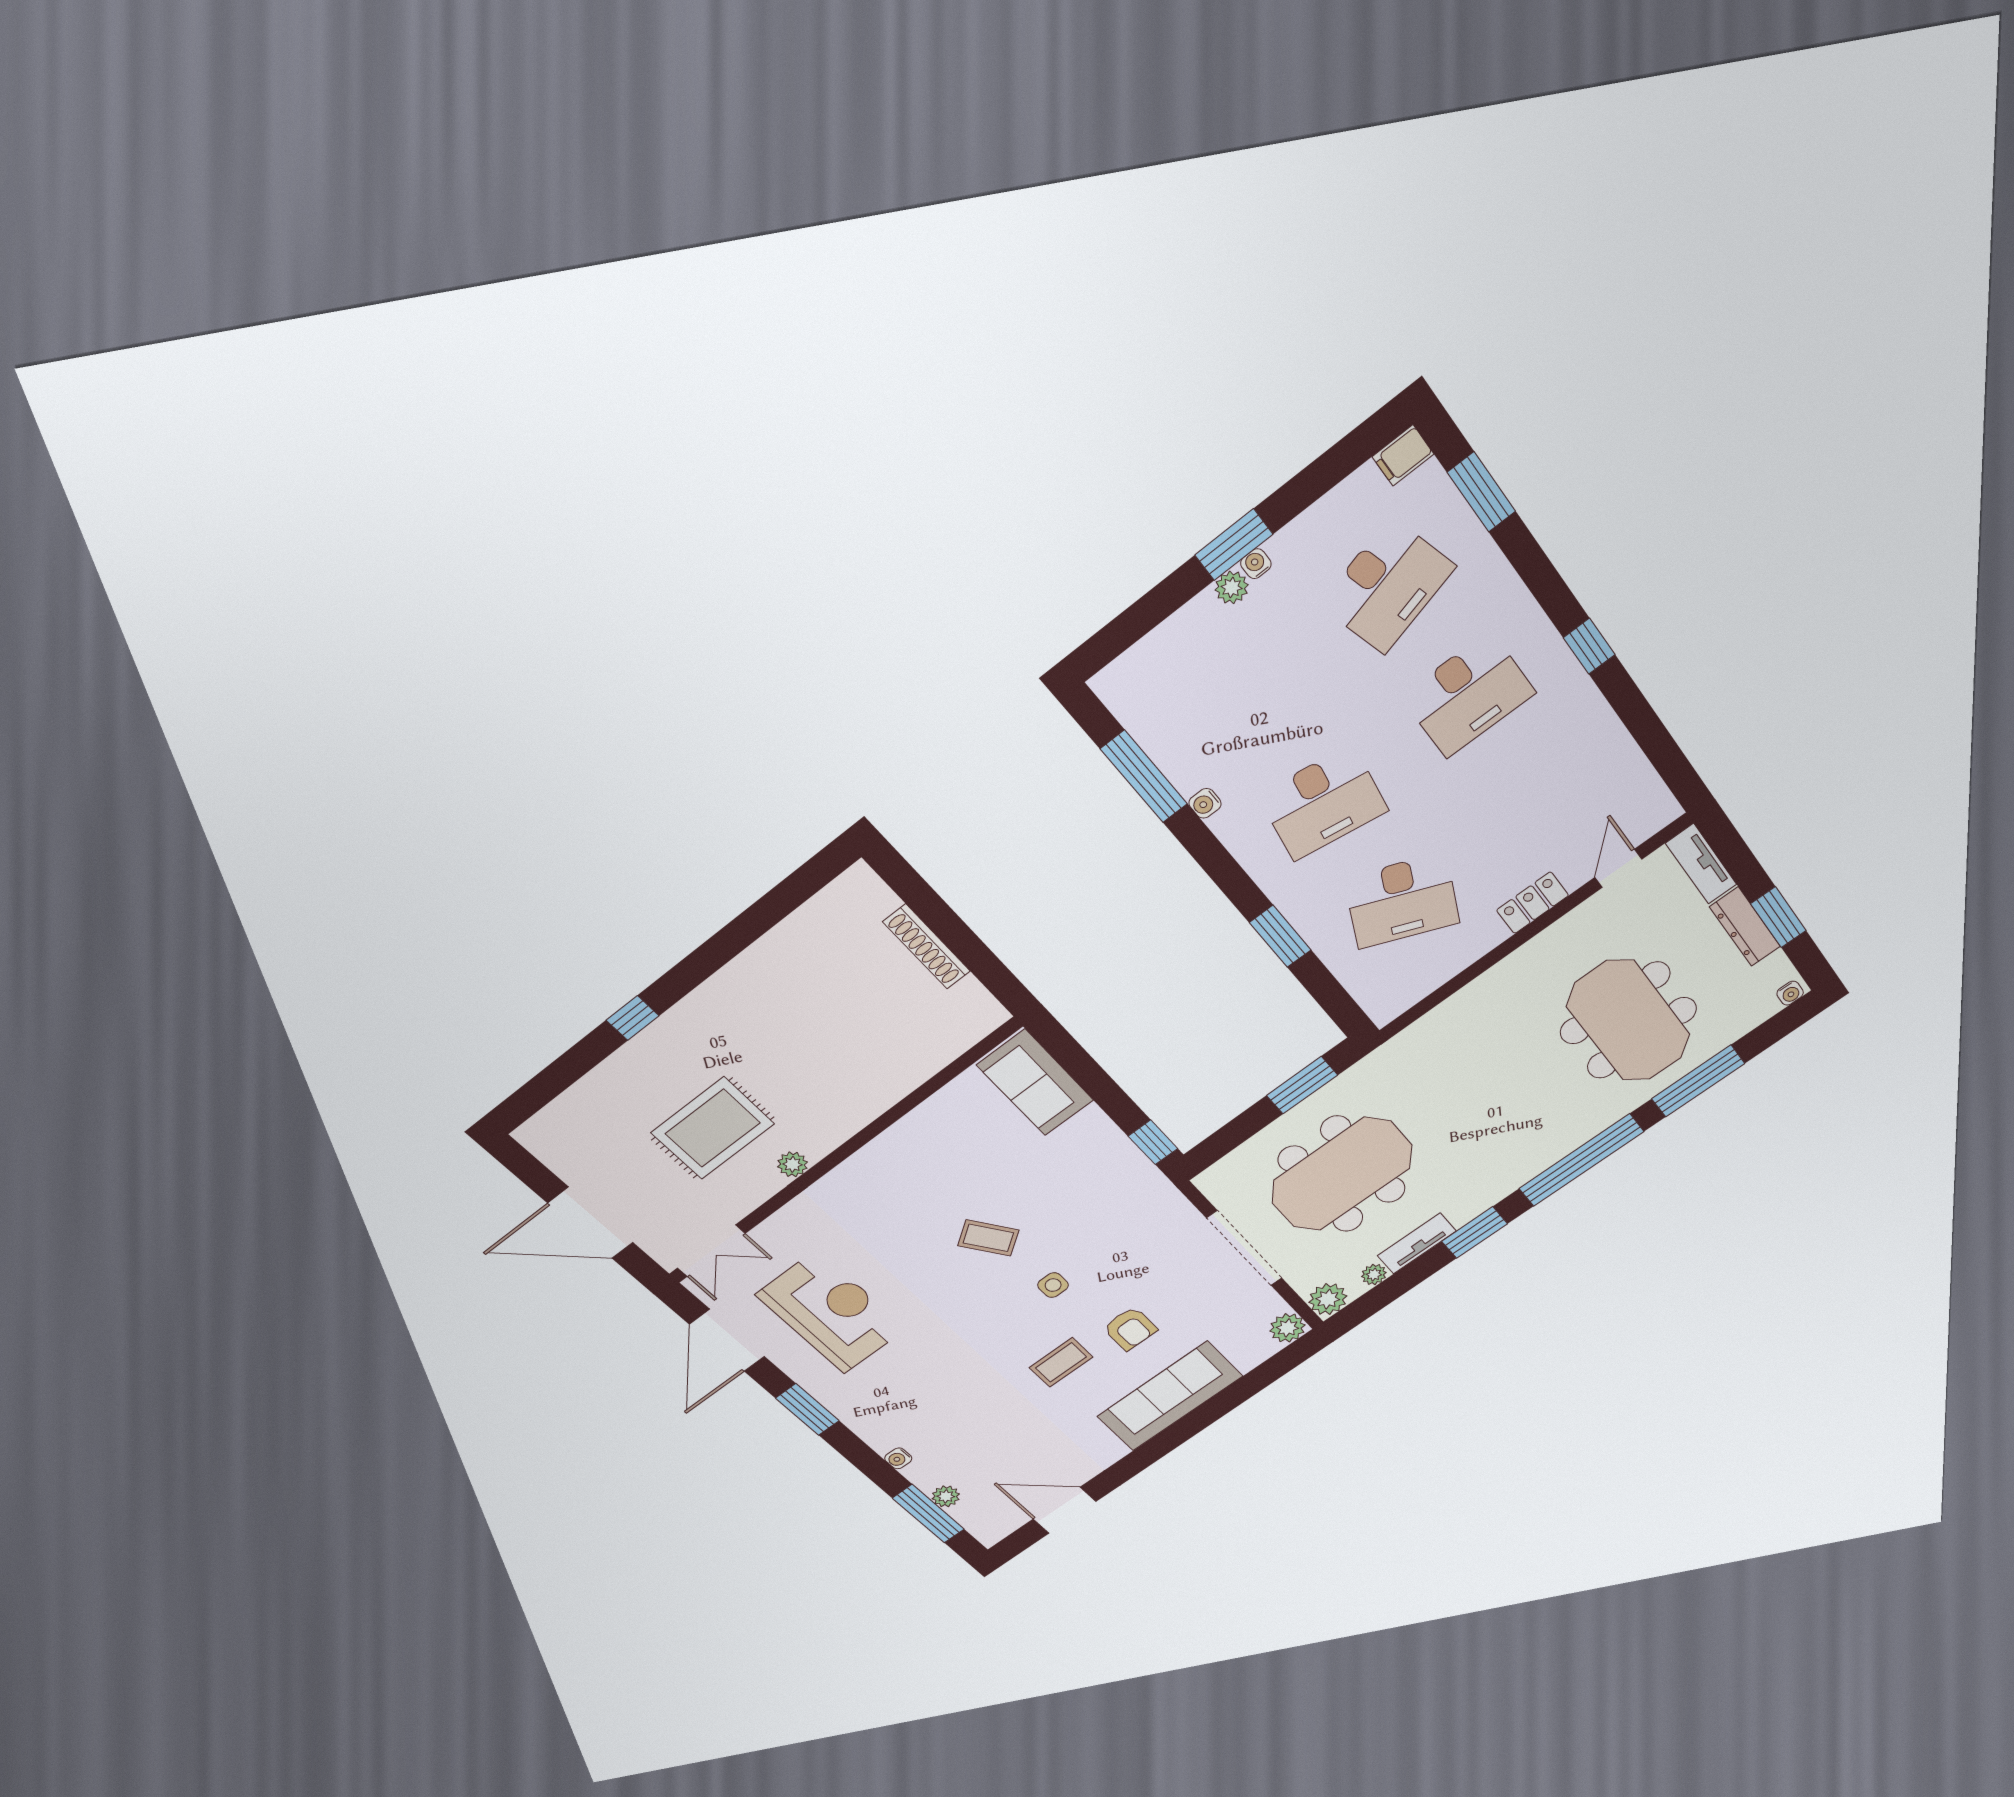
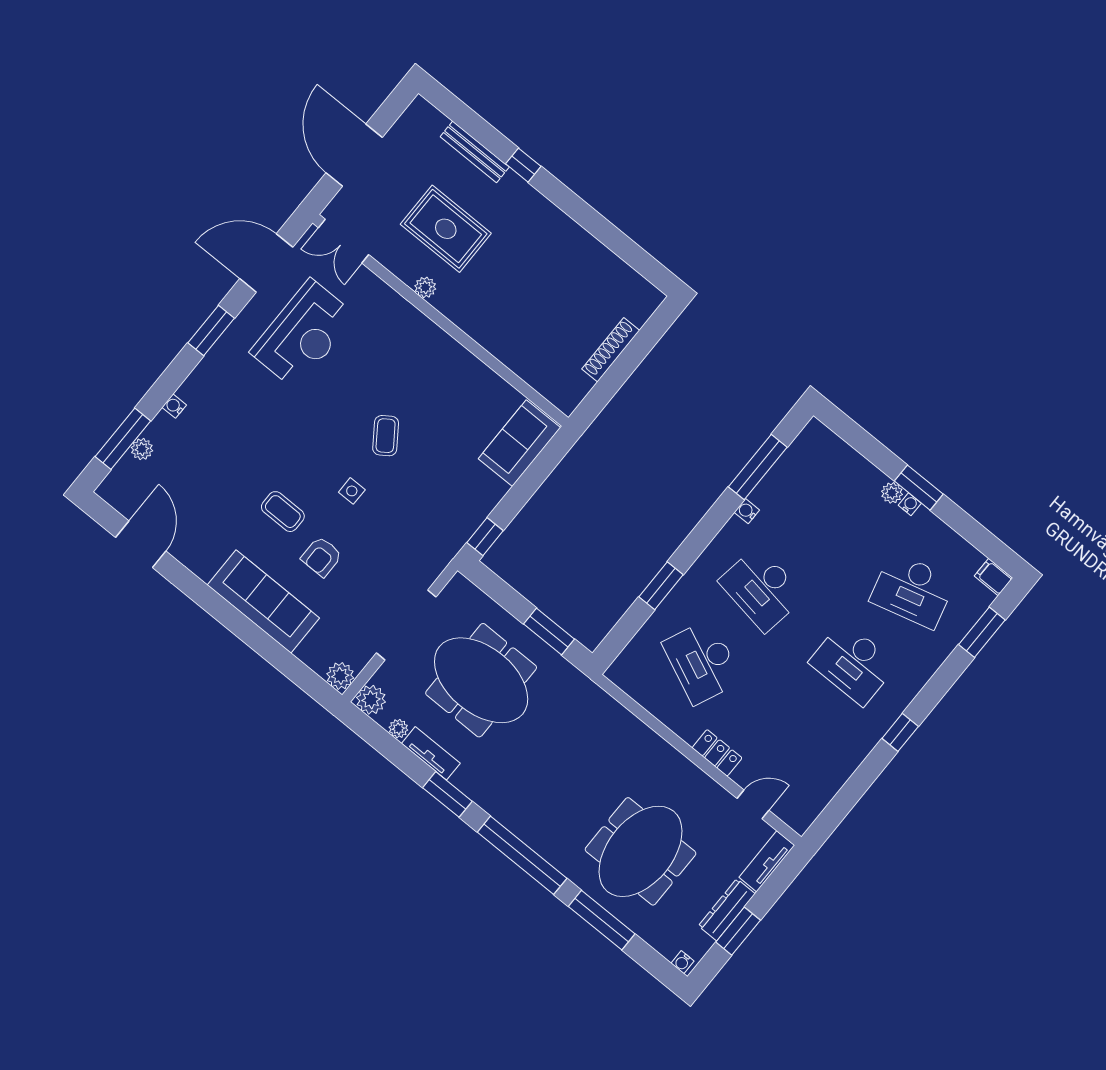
bench: (605, 1077) -> (475, 152), added

